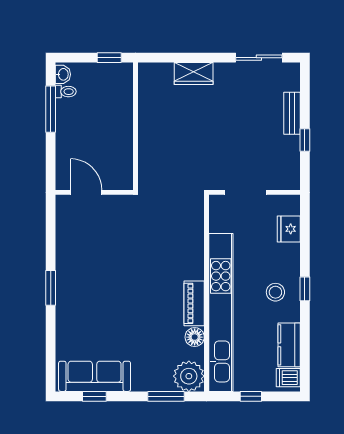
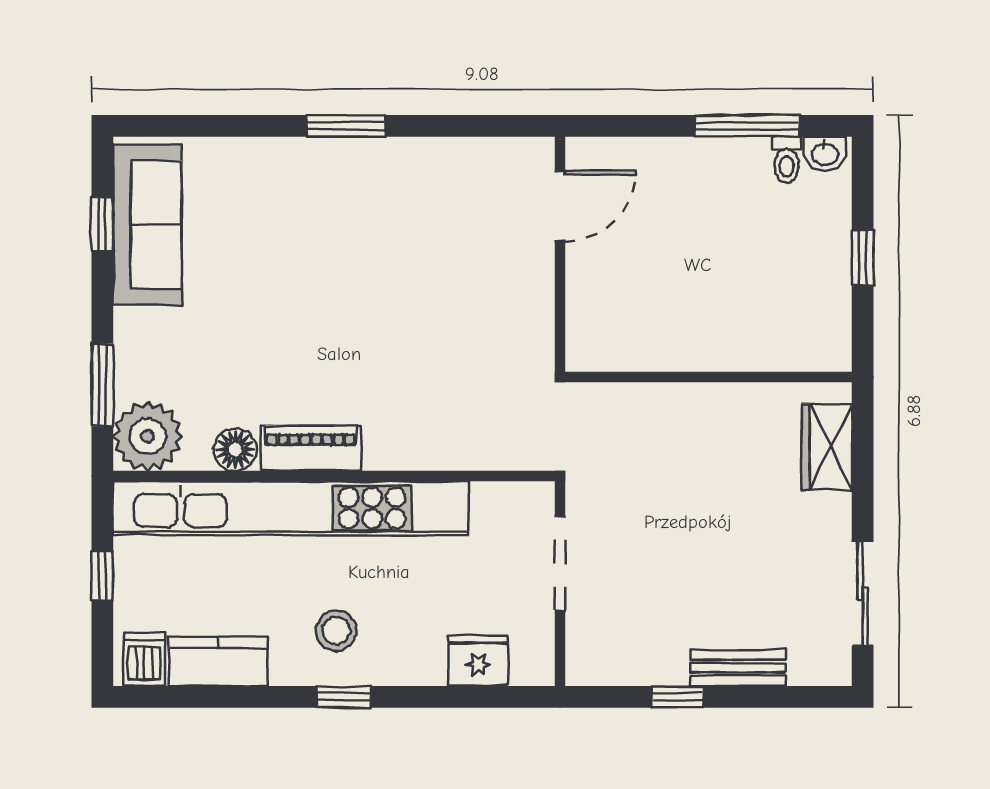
wall: (136, 126) -> (709, 377), moved

